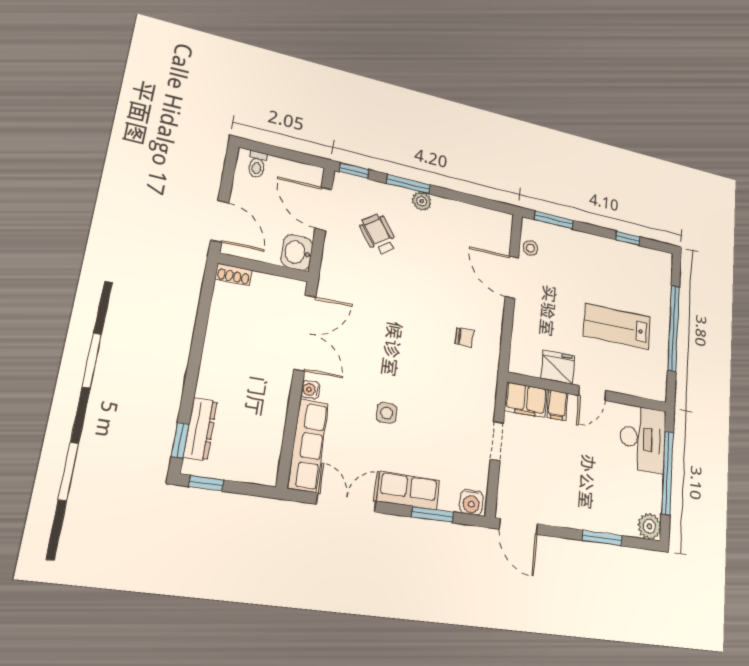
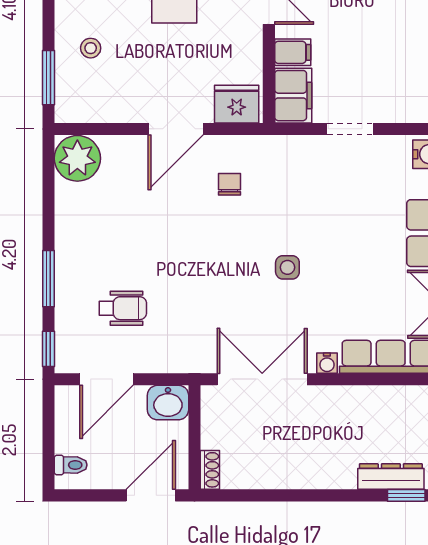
plant: (422, 201) -> (77, 158), moved, width x1.87, depth x1.87
wheelchair: (378, 234) -> (123, 308), turned -144
stool: (530, 248) -> (91, 48), moved
door: (512, 277) -> (176, 129), moved
fridge: (558, 367) -> (237, 104), moved, turned 90
side table: (387, 413) -> (287, 267), moved

